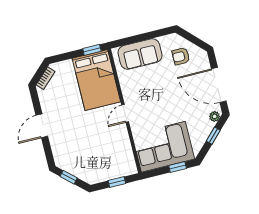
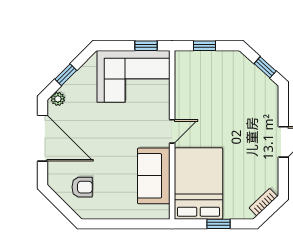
window: (92, 50) -> (219, 224), moved
sofa: (140, 54) -> (154, 176), moved, turned -90
window: (178, 167) -> (146, 46), moved

